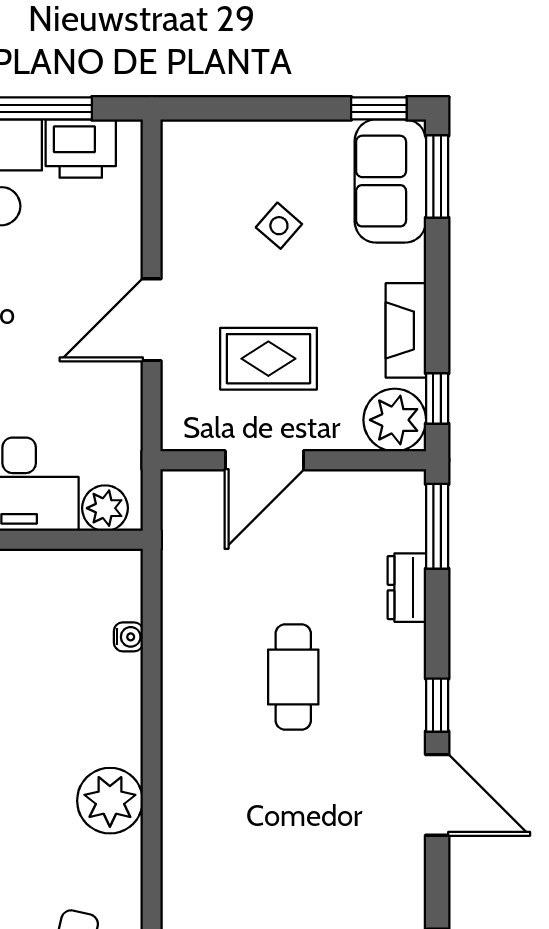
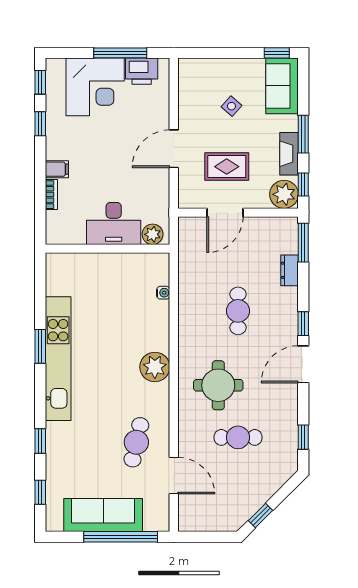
window: (437, 177) -> (303, 134), moved
door: (437, 795) -> (303, 364), swing flipped
round table: (250, 841) -> (218, 385), added

